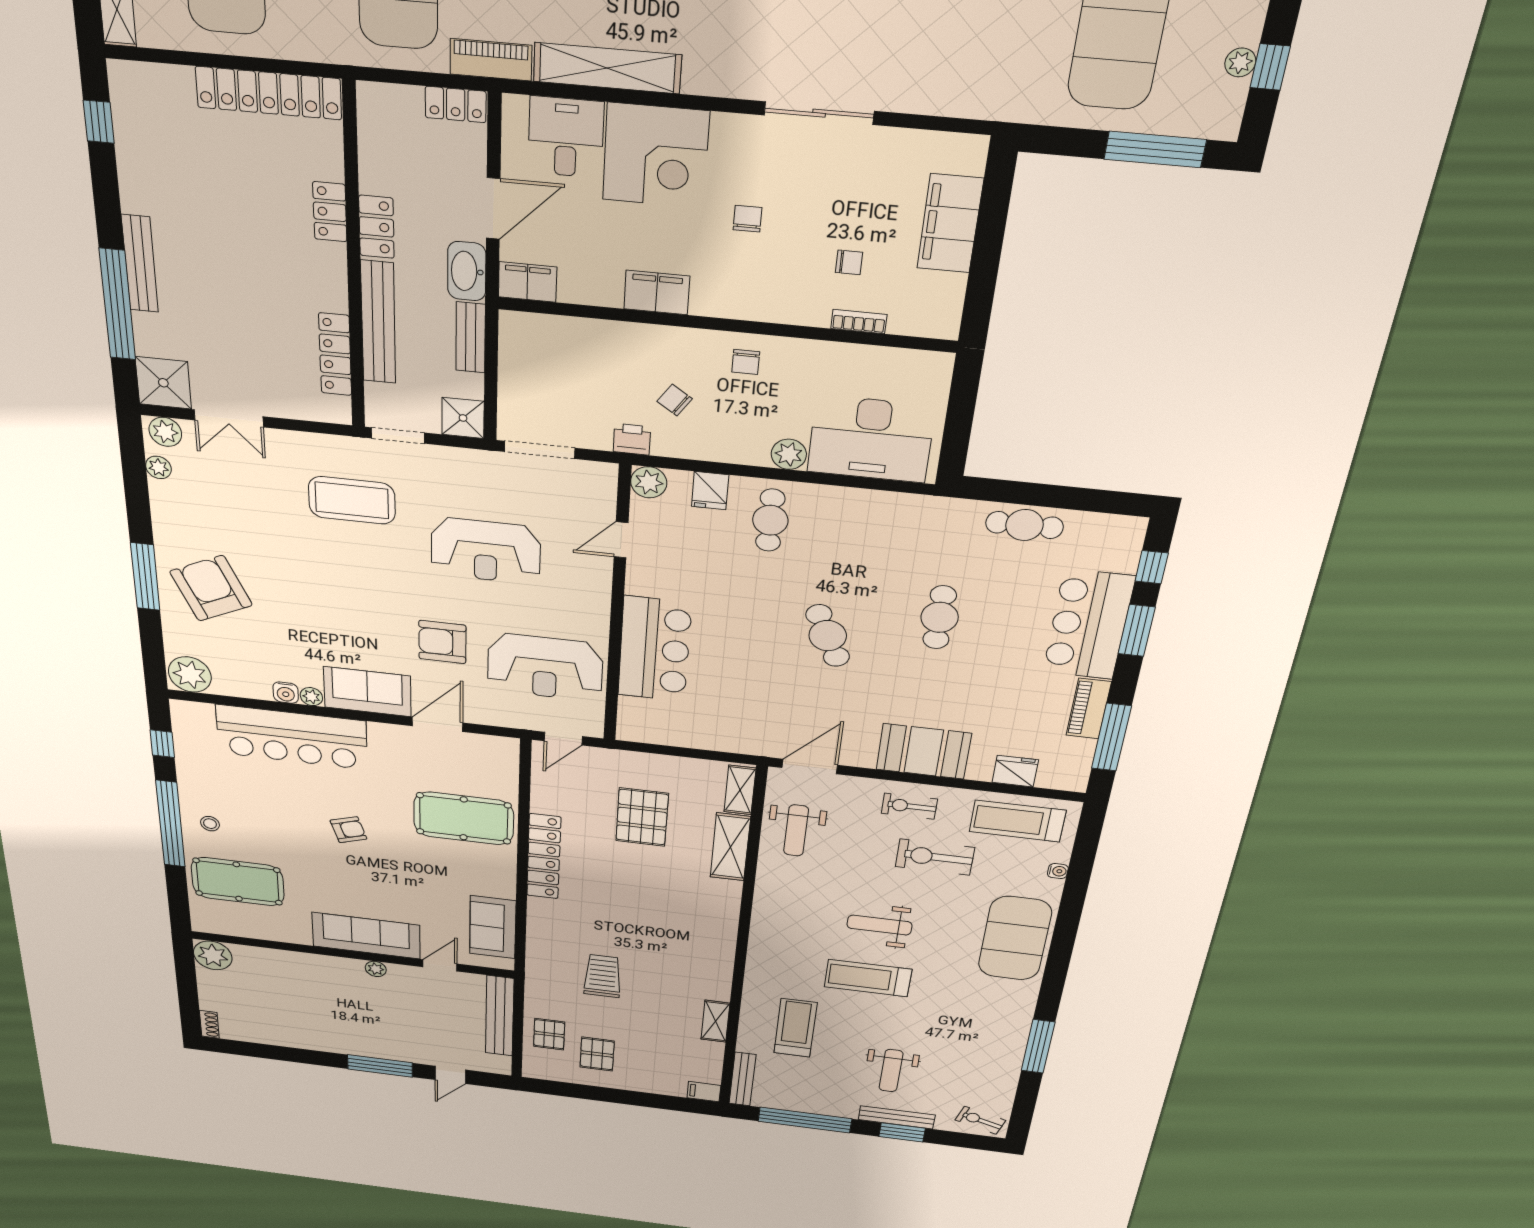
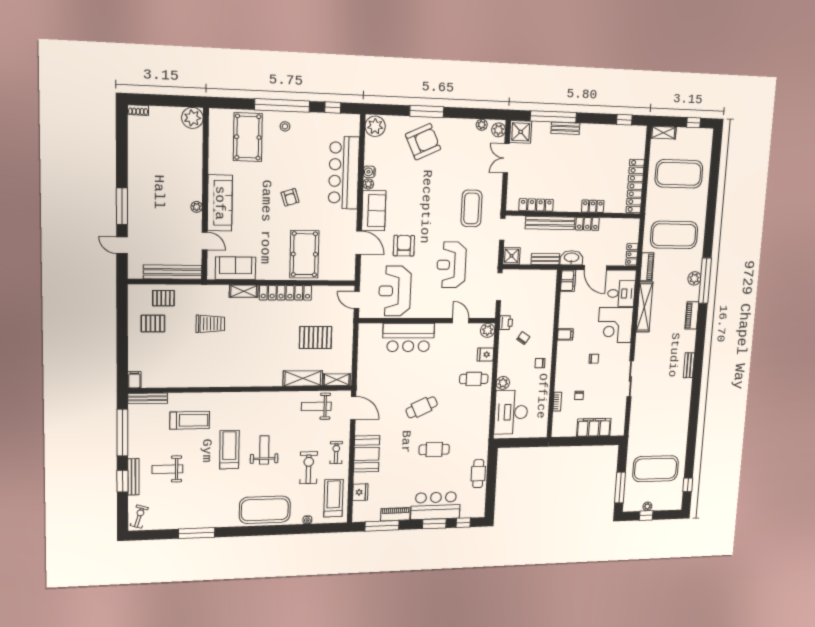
bench: (140, 264) -> (565, 128), width x0.73
filing cabinet: (657, 293) -> (565, 334), width x0.50
shelving: (715, 1021) -> (244, 291), moved

